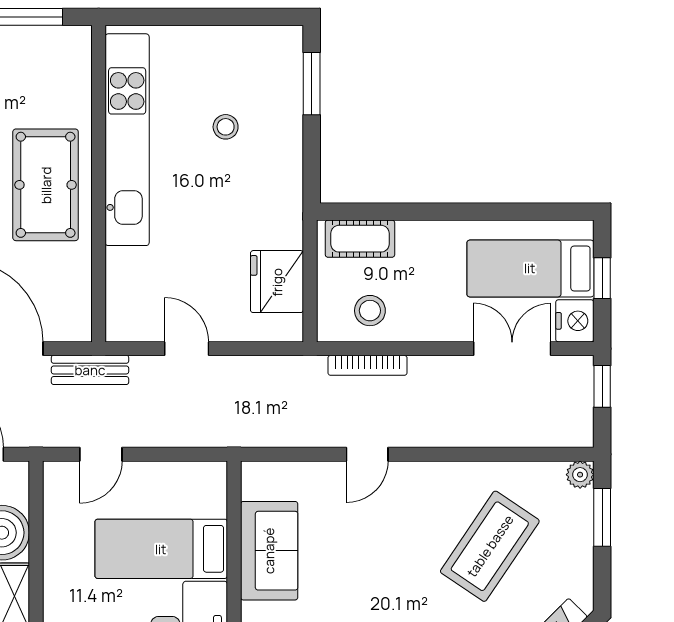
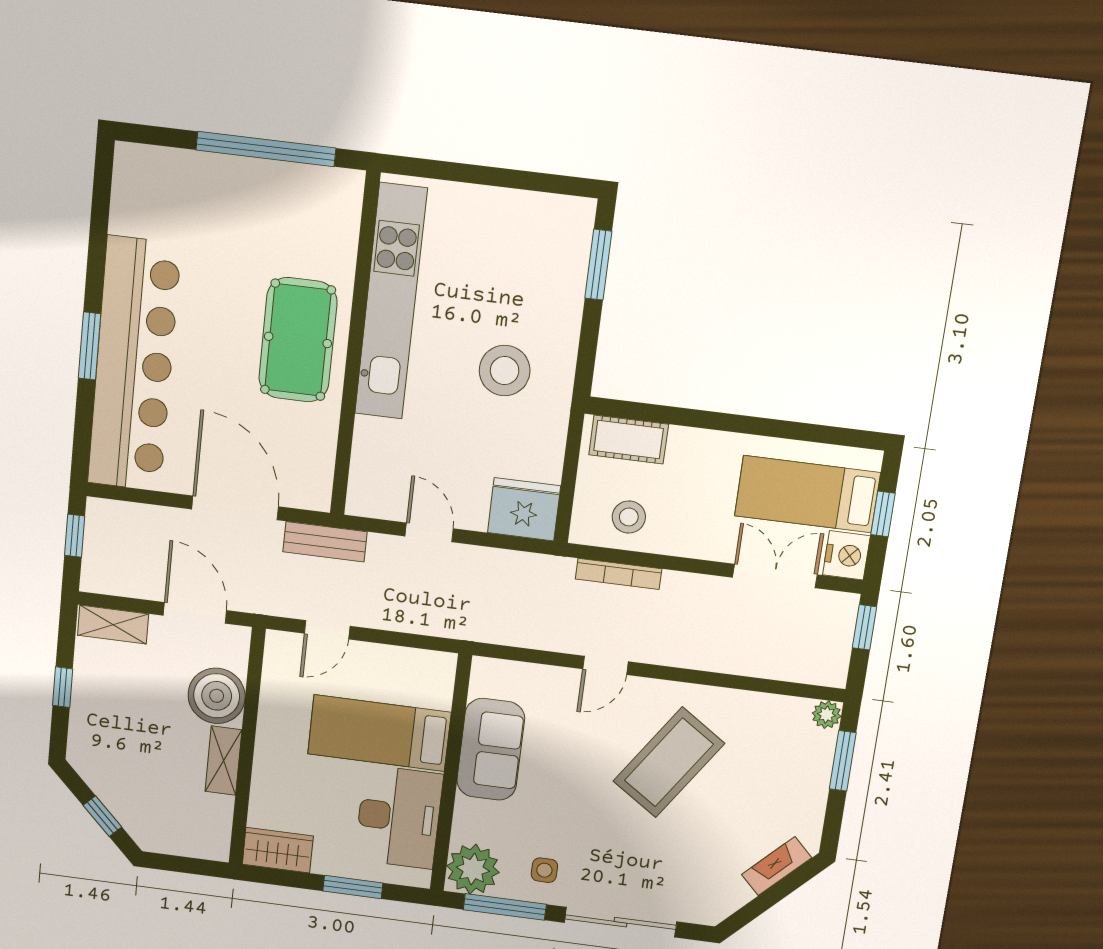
stool: (226, 127) -> (505, 371), moved, width x1.89, depth x1.89
fridge: (277, 282) -> (524, 509), moved, turned 90
coffee table: (490, 546) -> (669, 762), moved

